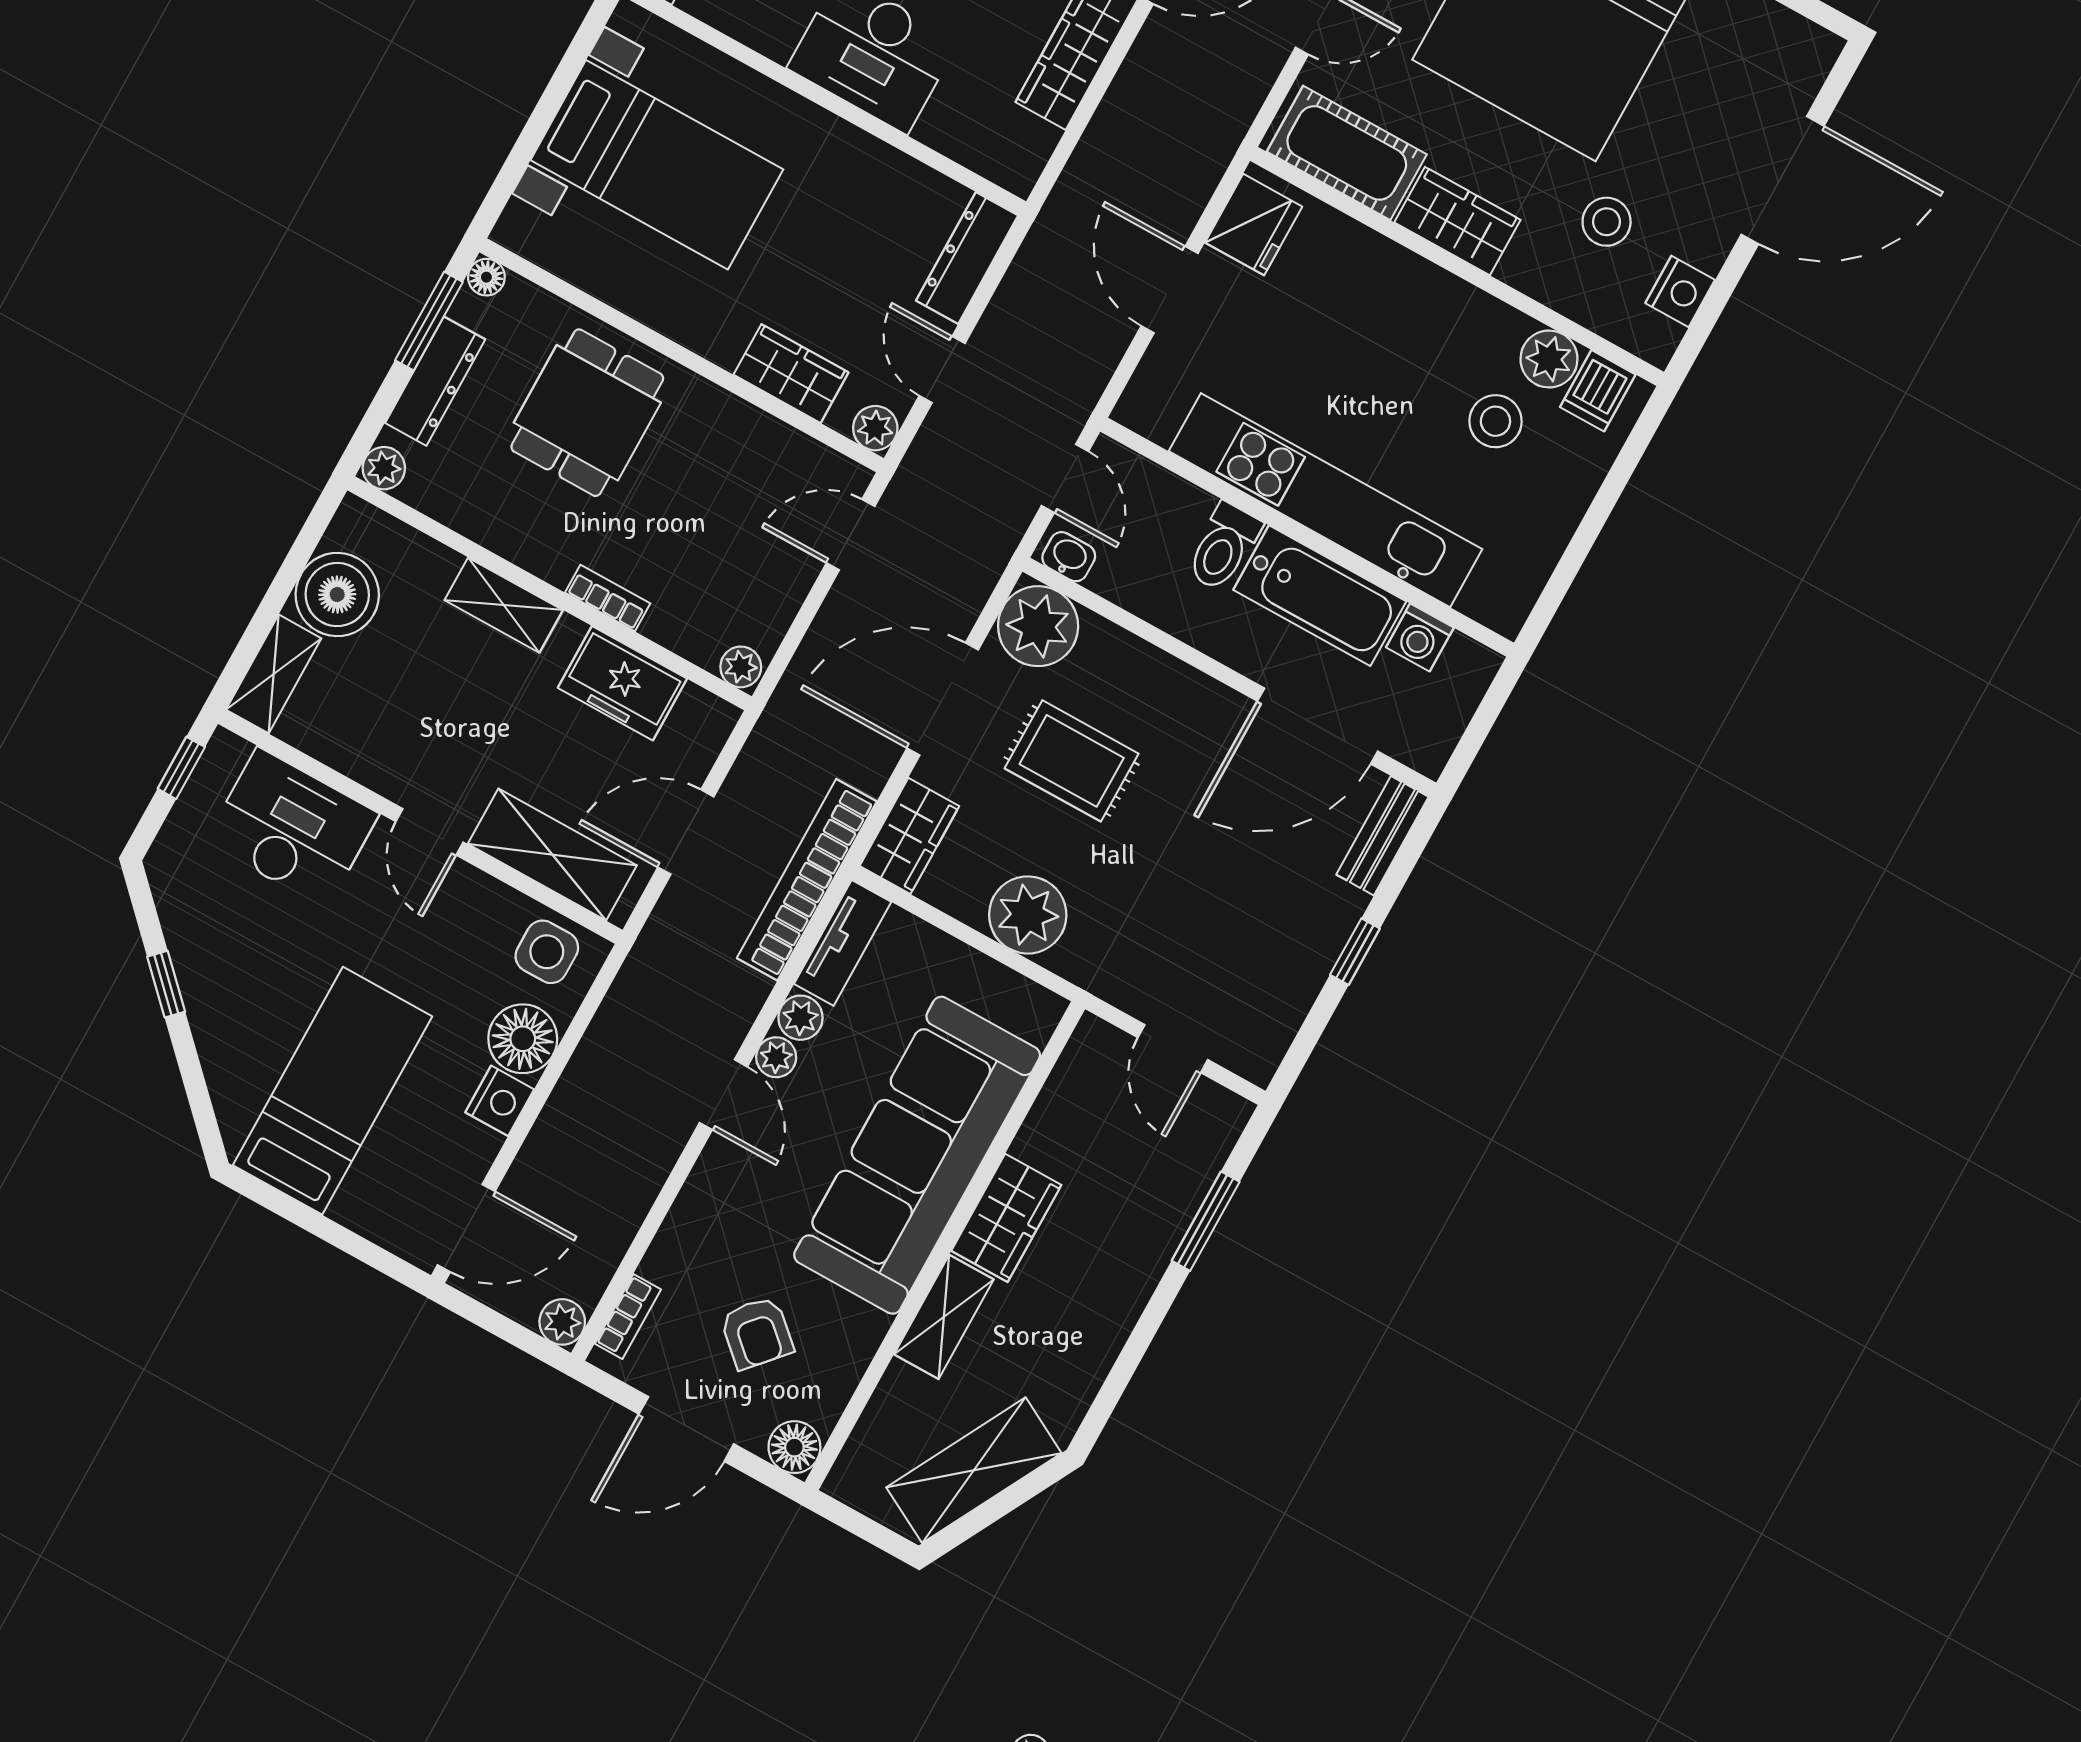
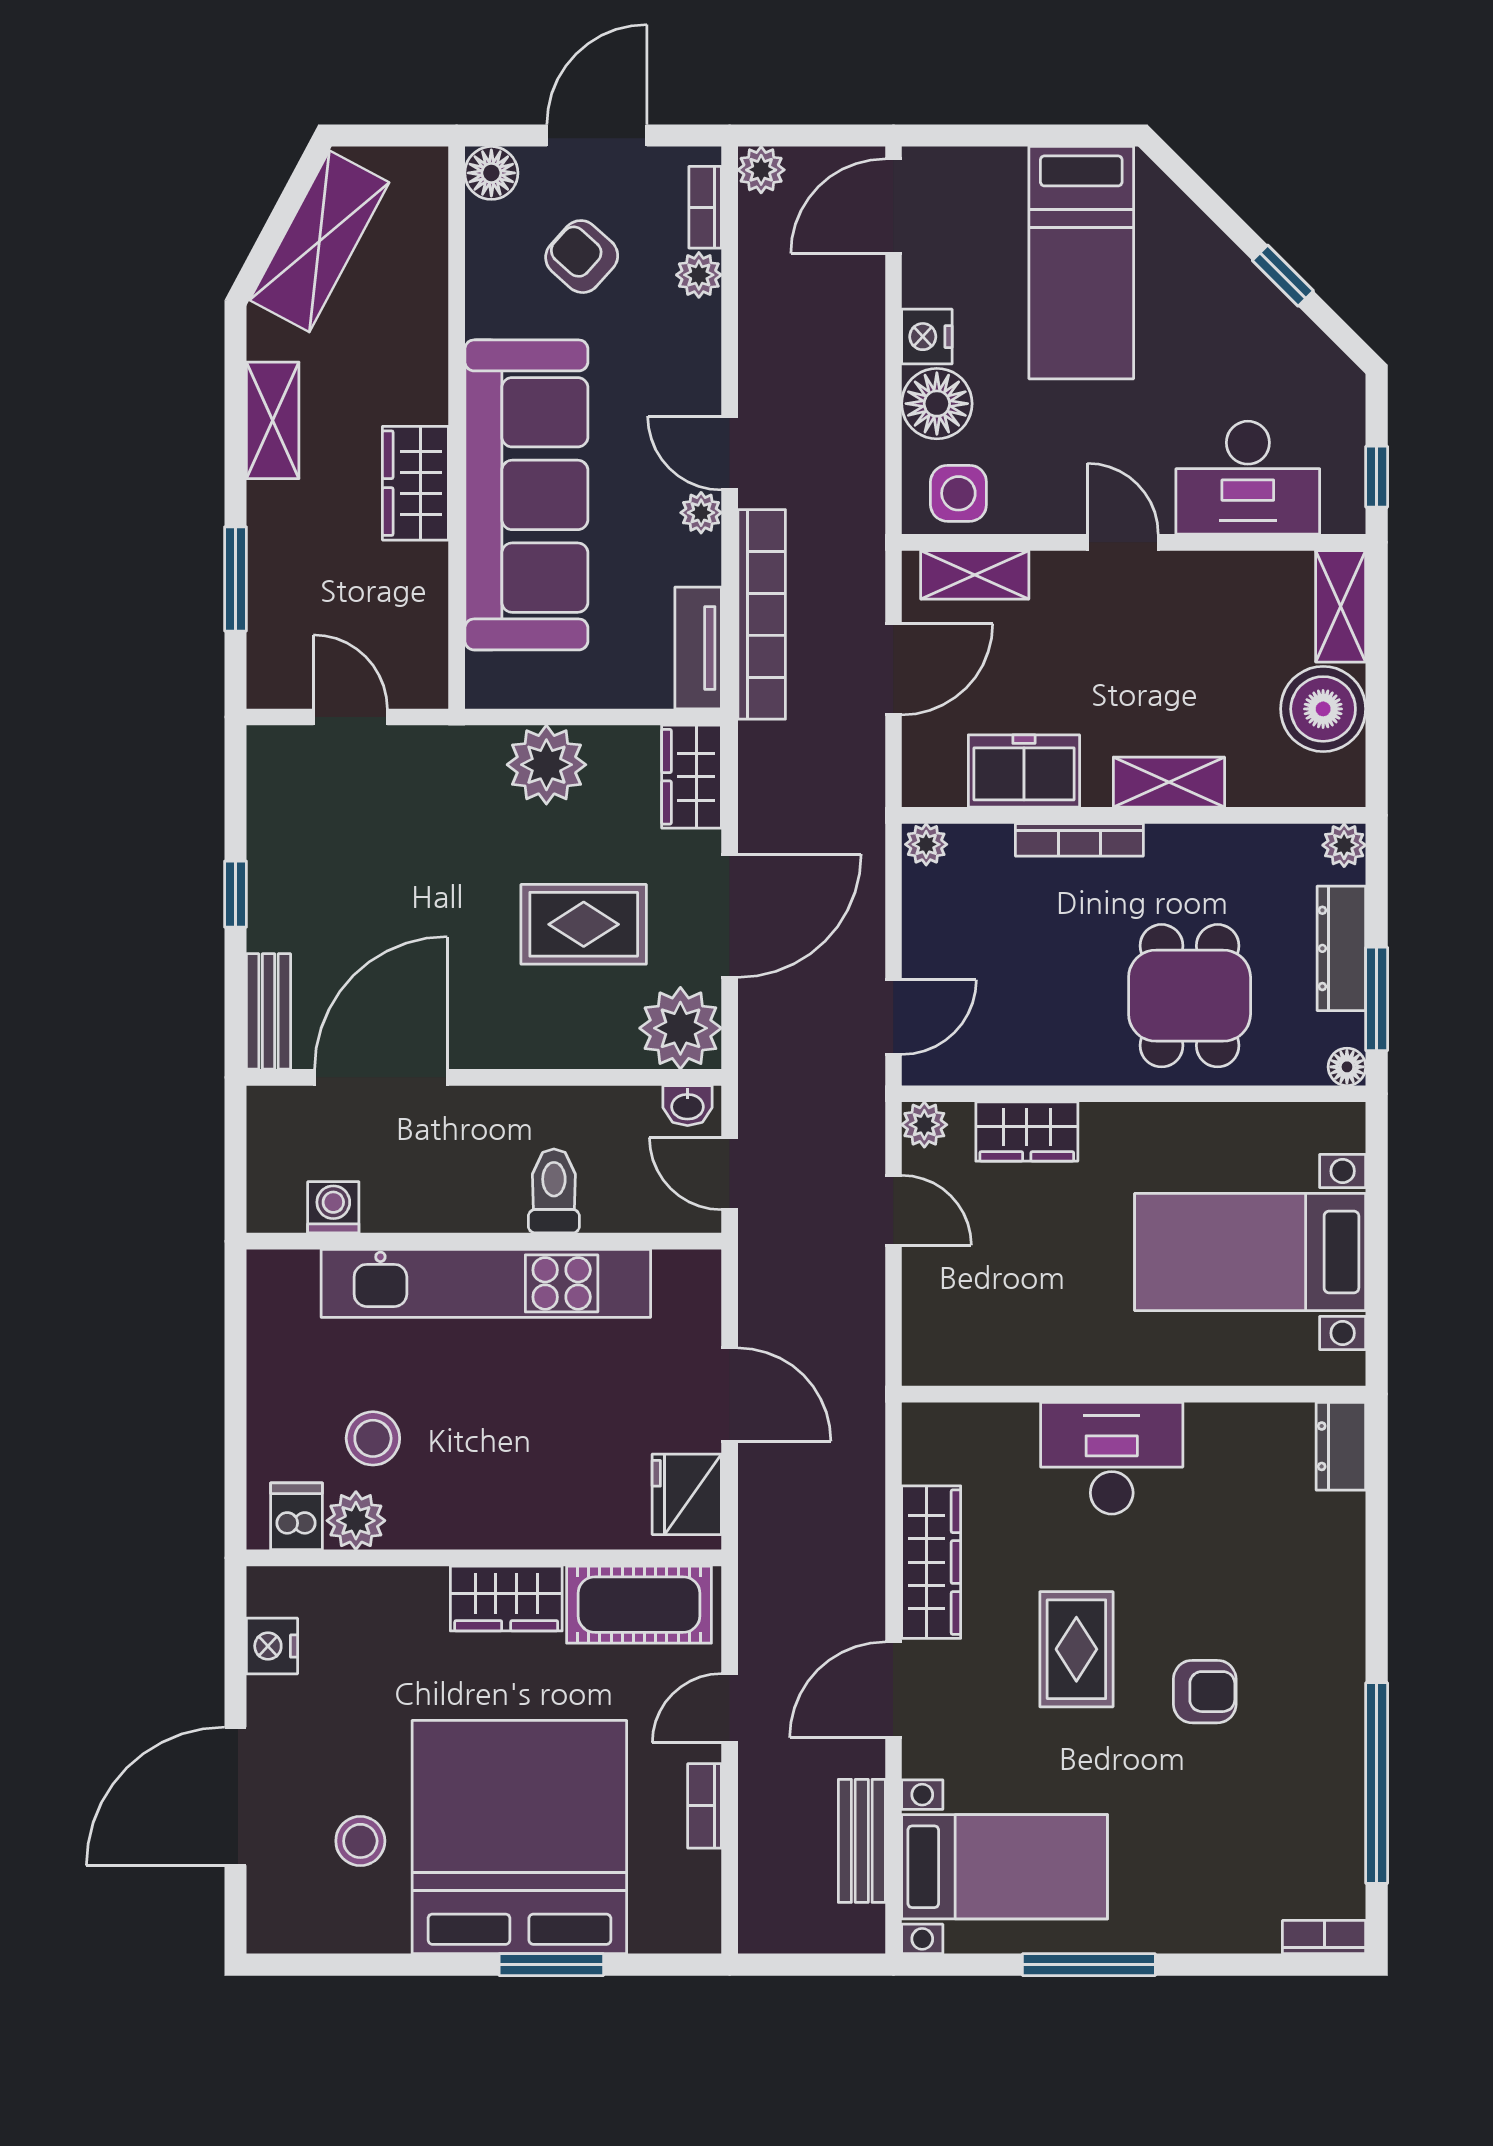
stool: (1607, 222) -> (360, 1841), moved
dresser: (967, 258) -> (926, 1322), removed
bathtub: (1320, 596) -> (444, 1195), removed
bookcase: (608, 598) -> (1079, 840), width x1.56
shelving: (552, 855) -> (975, 575), width x0.67, depth x0.75
bookcase: (807, 880) -> (762, 614), moved
plant: (800, 1018) -> (699, 275), moved
shelving: (944, 1317) -> (273, 420), moved

